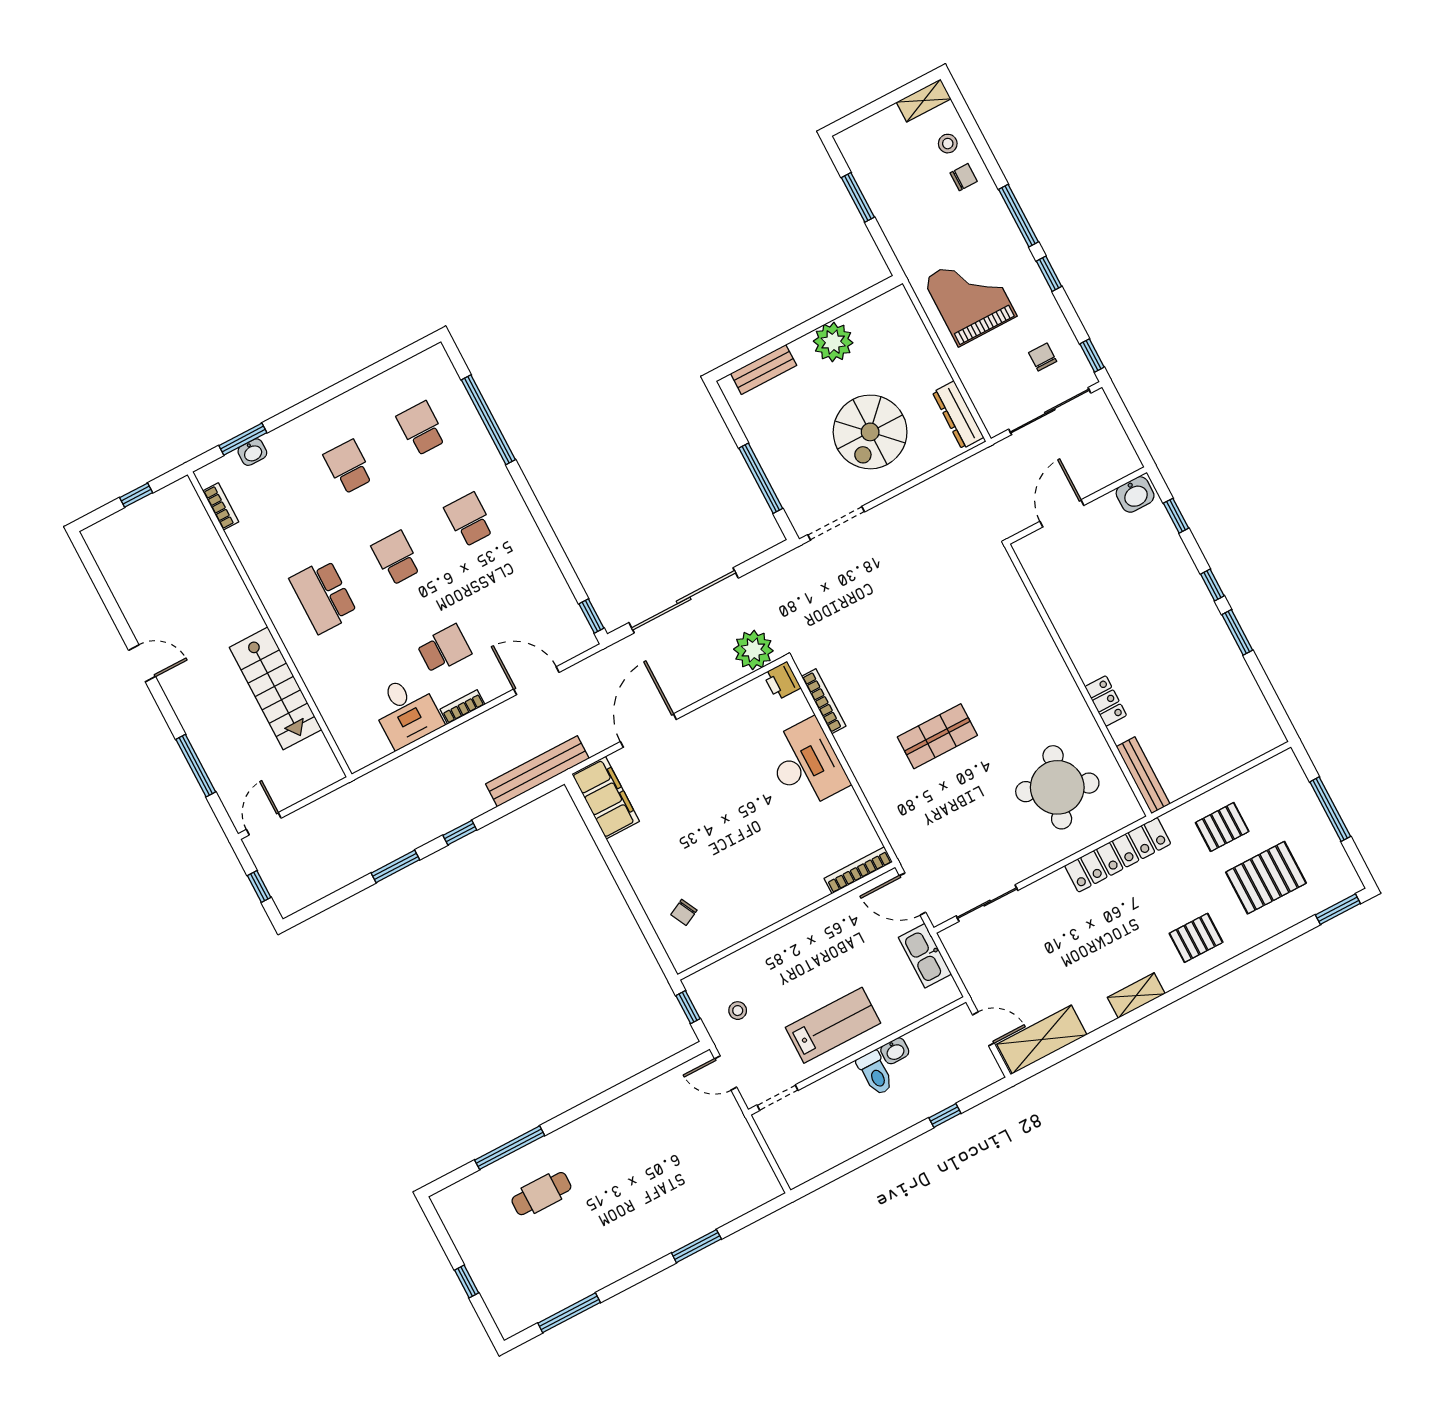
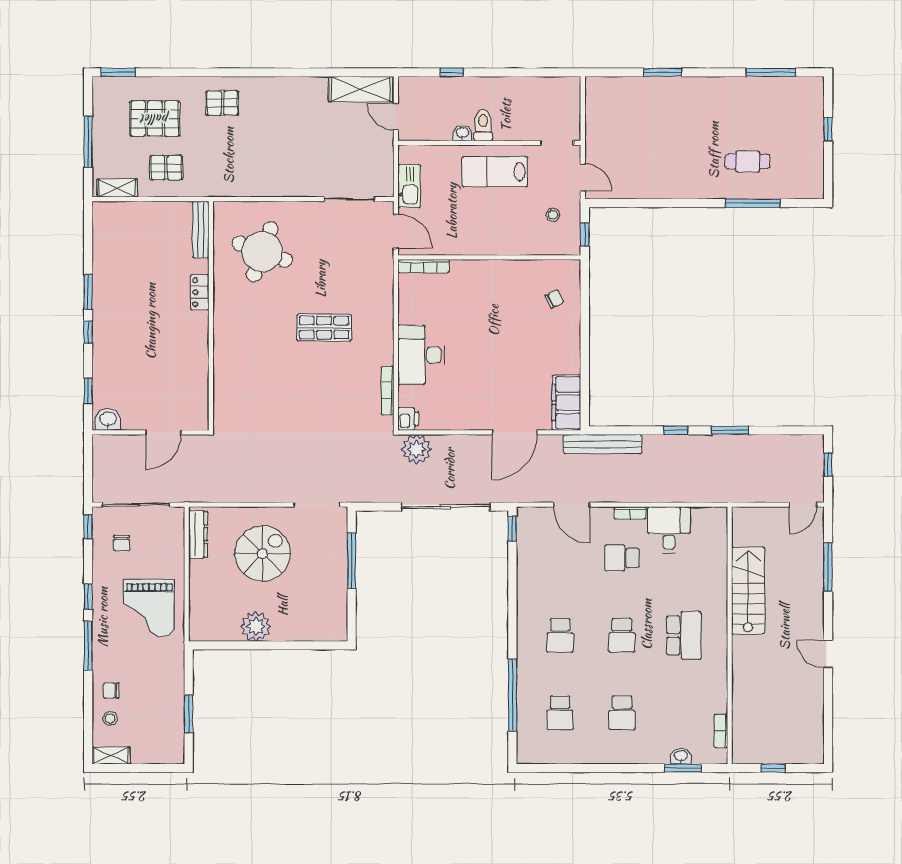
bench: (764, 369) -> (312, 632), removed
locker: (1118, 855) -> (245, 186), removed
shelving: (1136, 996) -> (117, 188), moved

